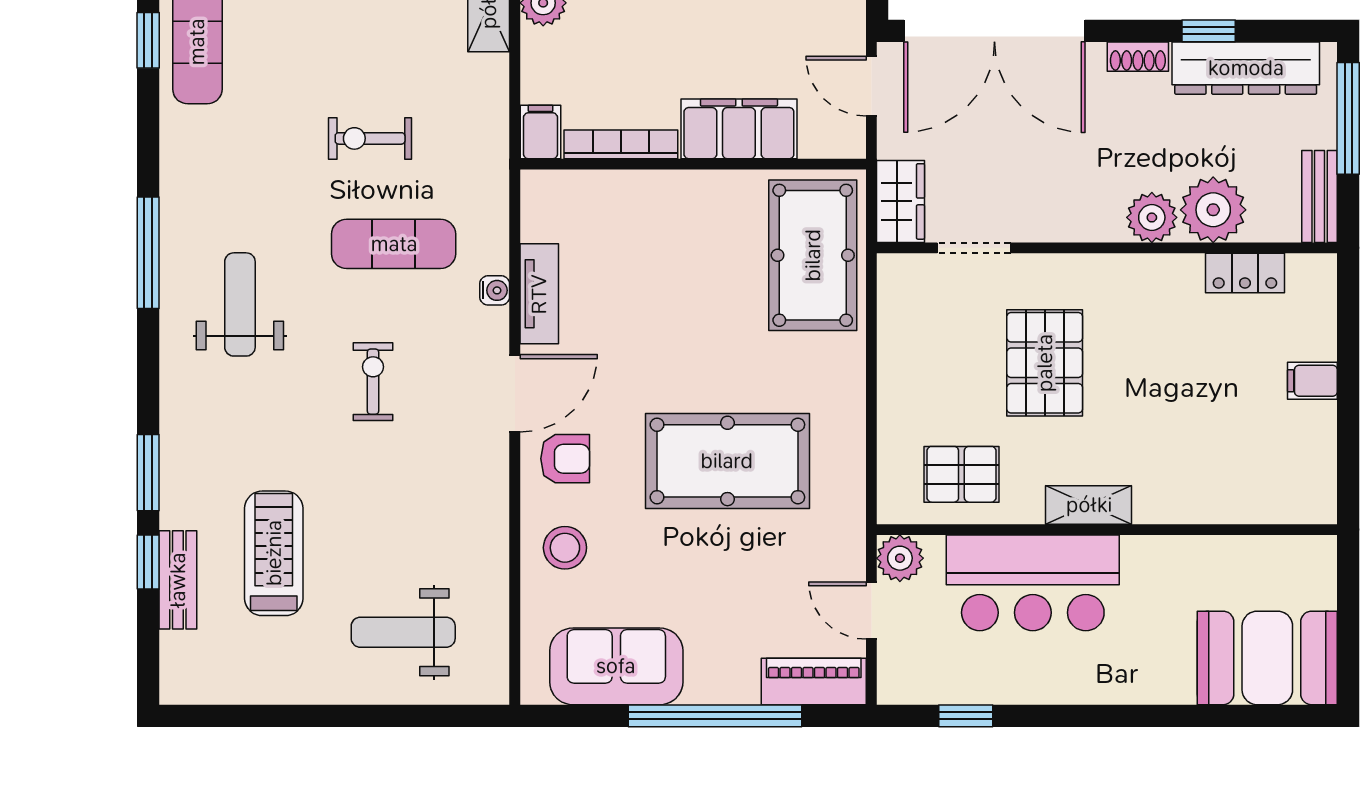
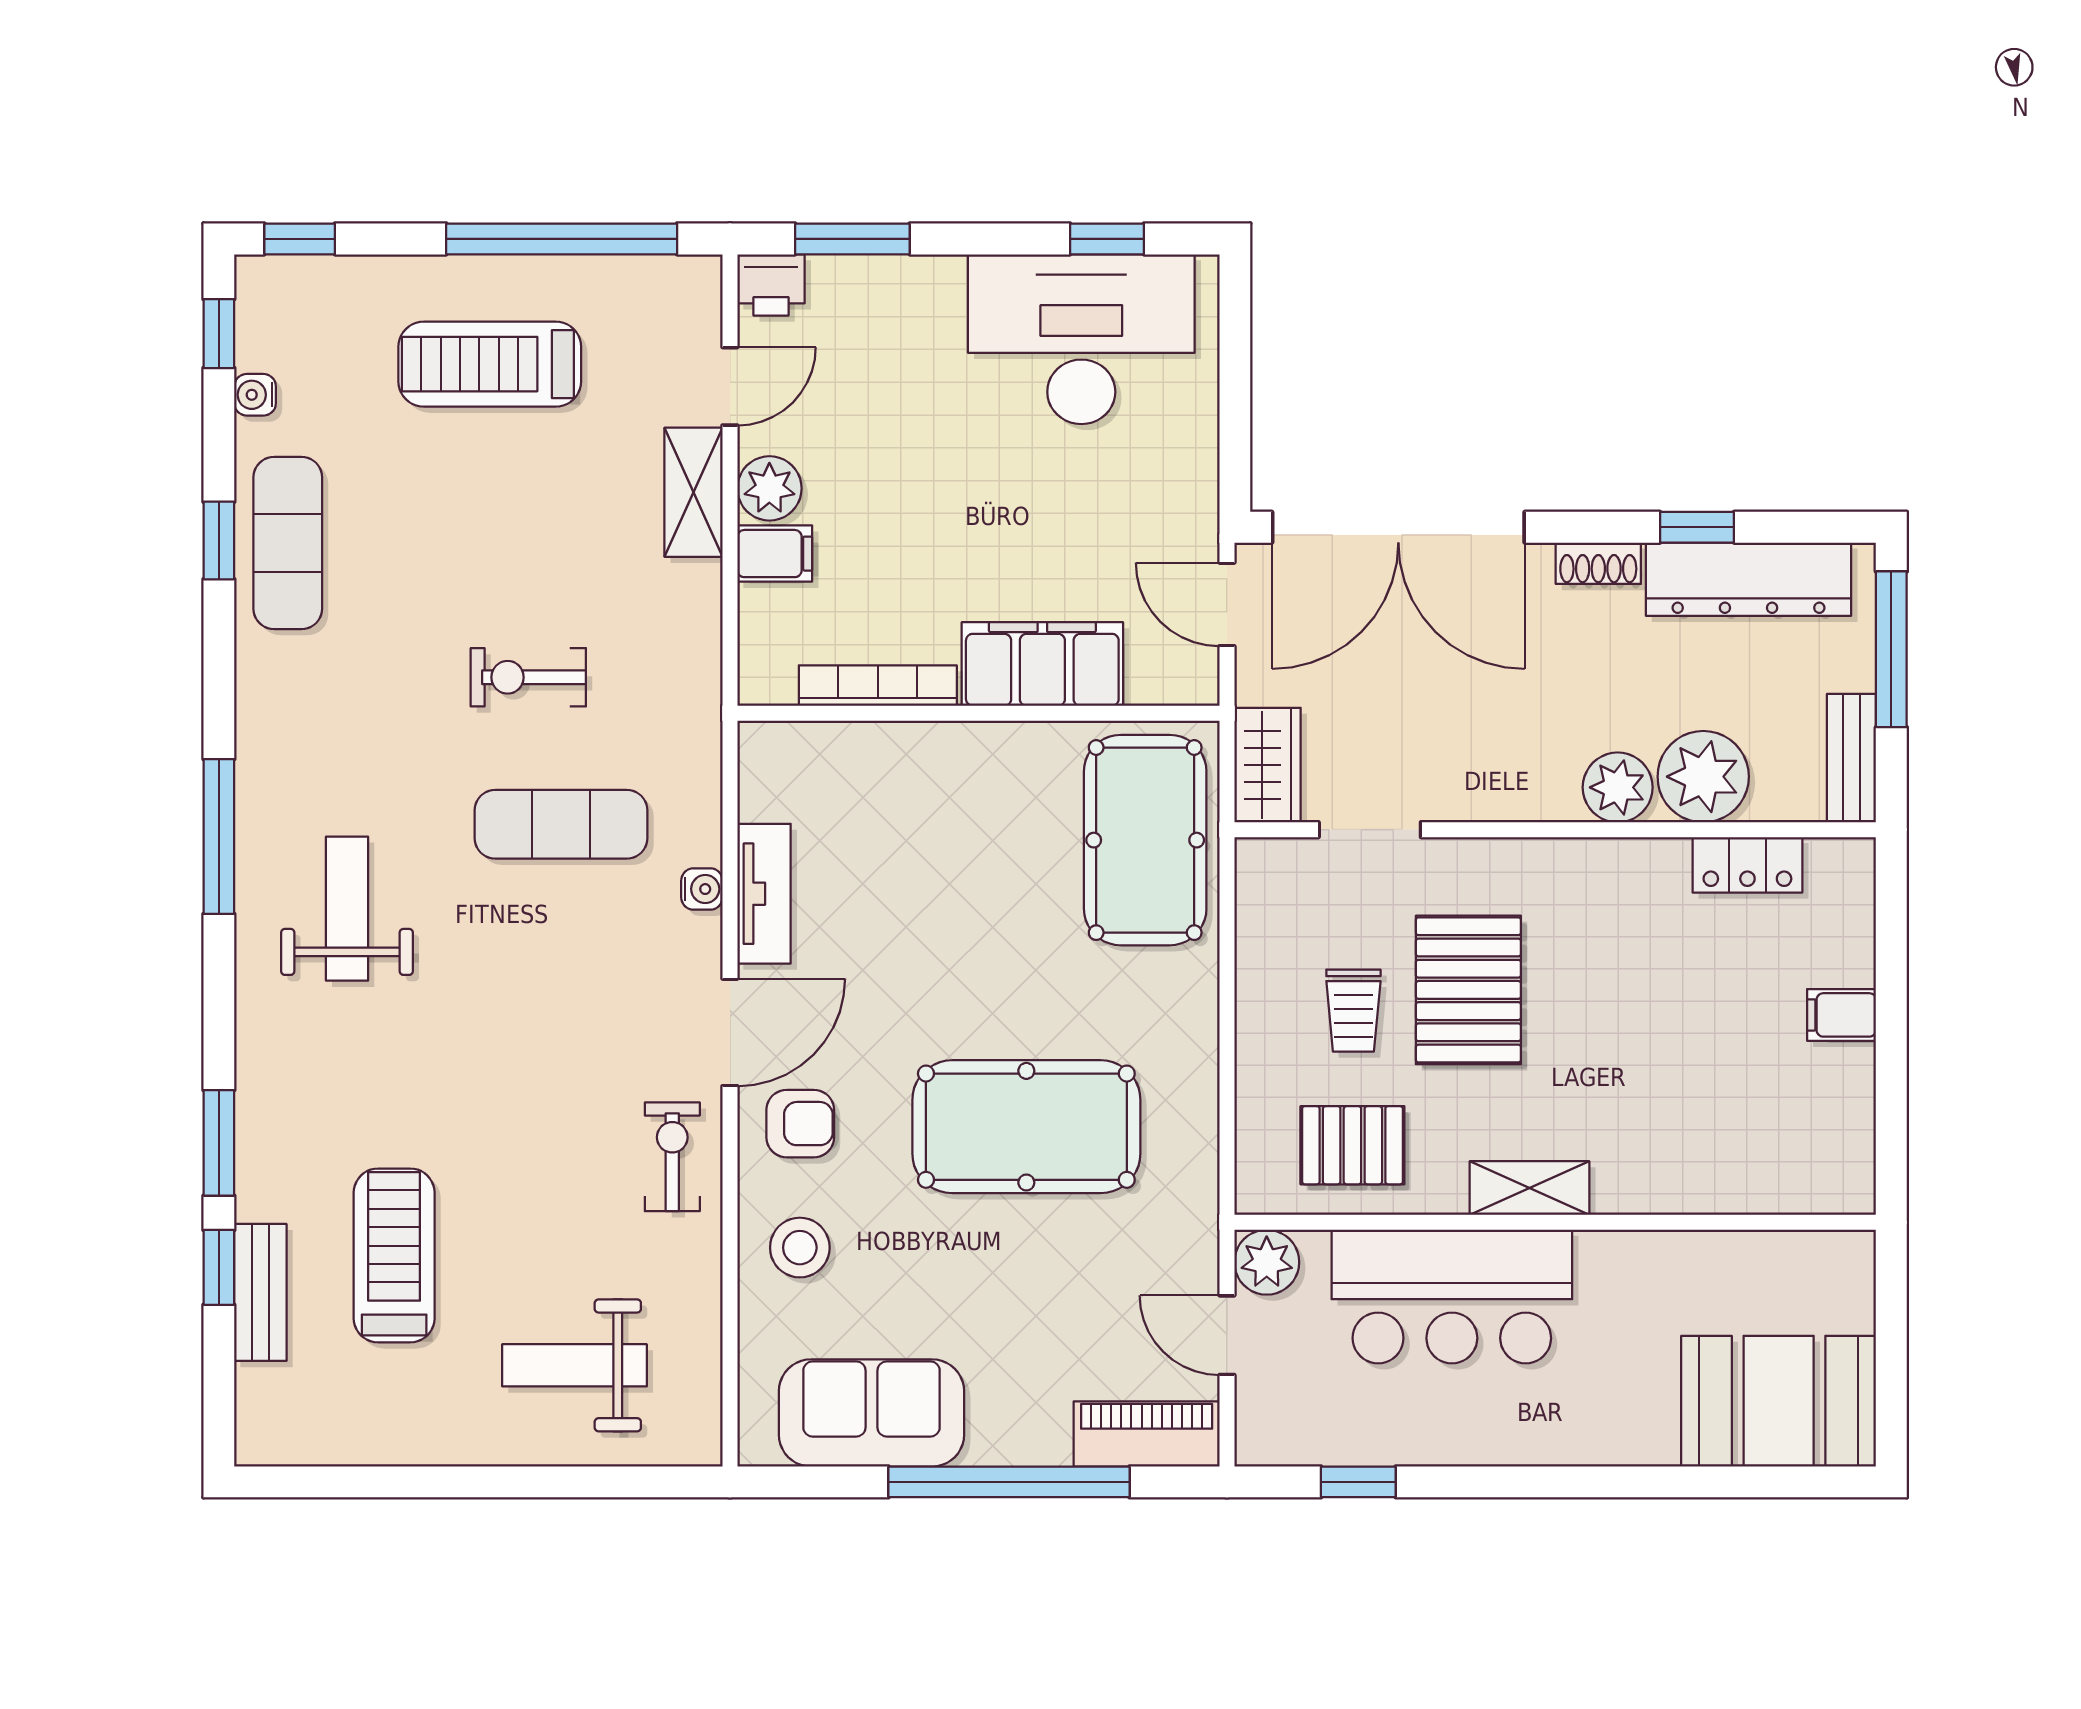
filing cabinet: (541, 132) -> (775, 554), moved, turned 90
trolley: (962, 378) -> (1353, 1011), added
exercise bike: (373, 382) -> (672, 1157), moved

